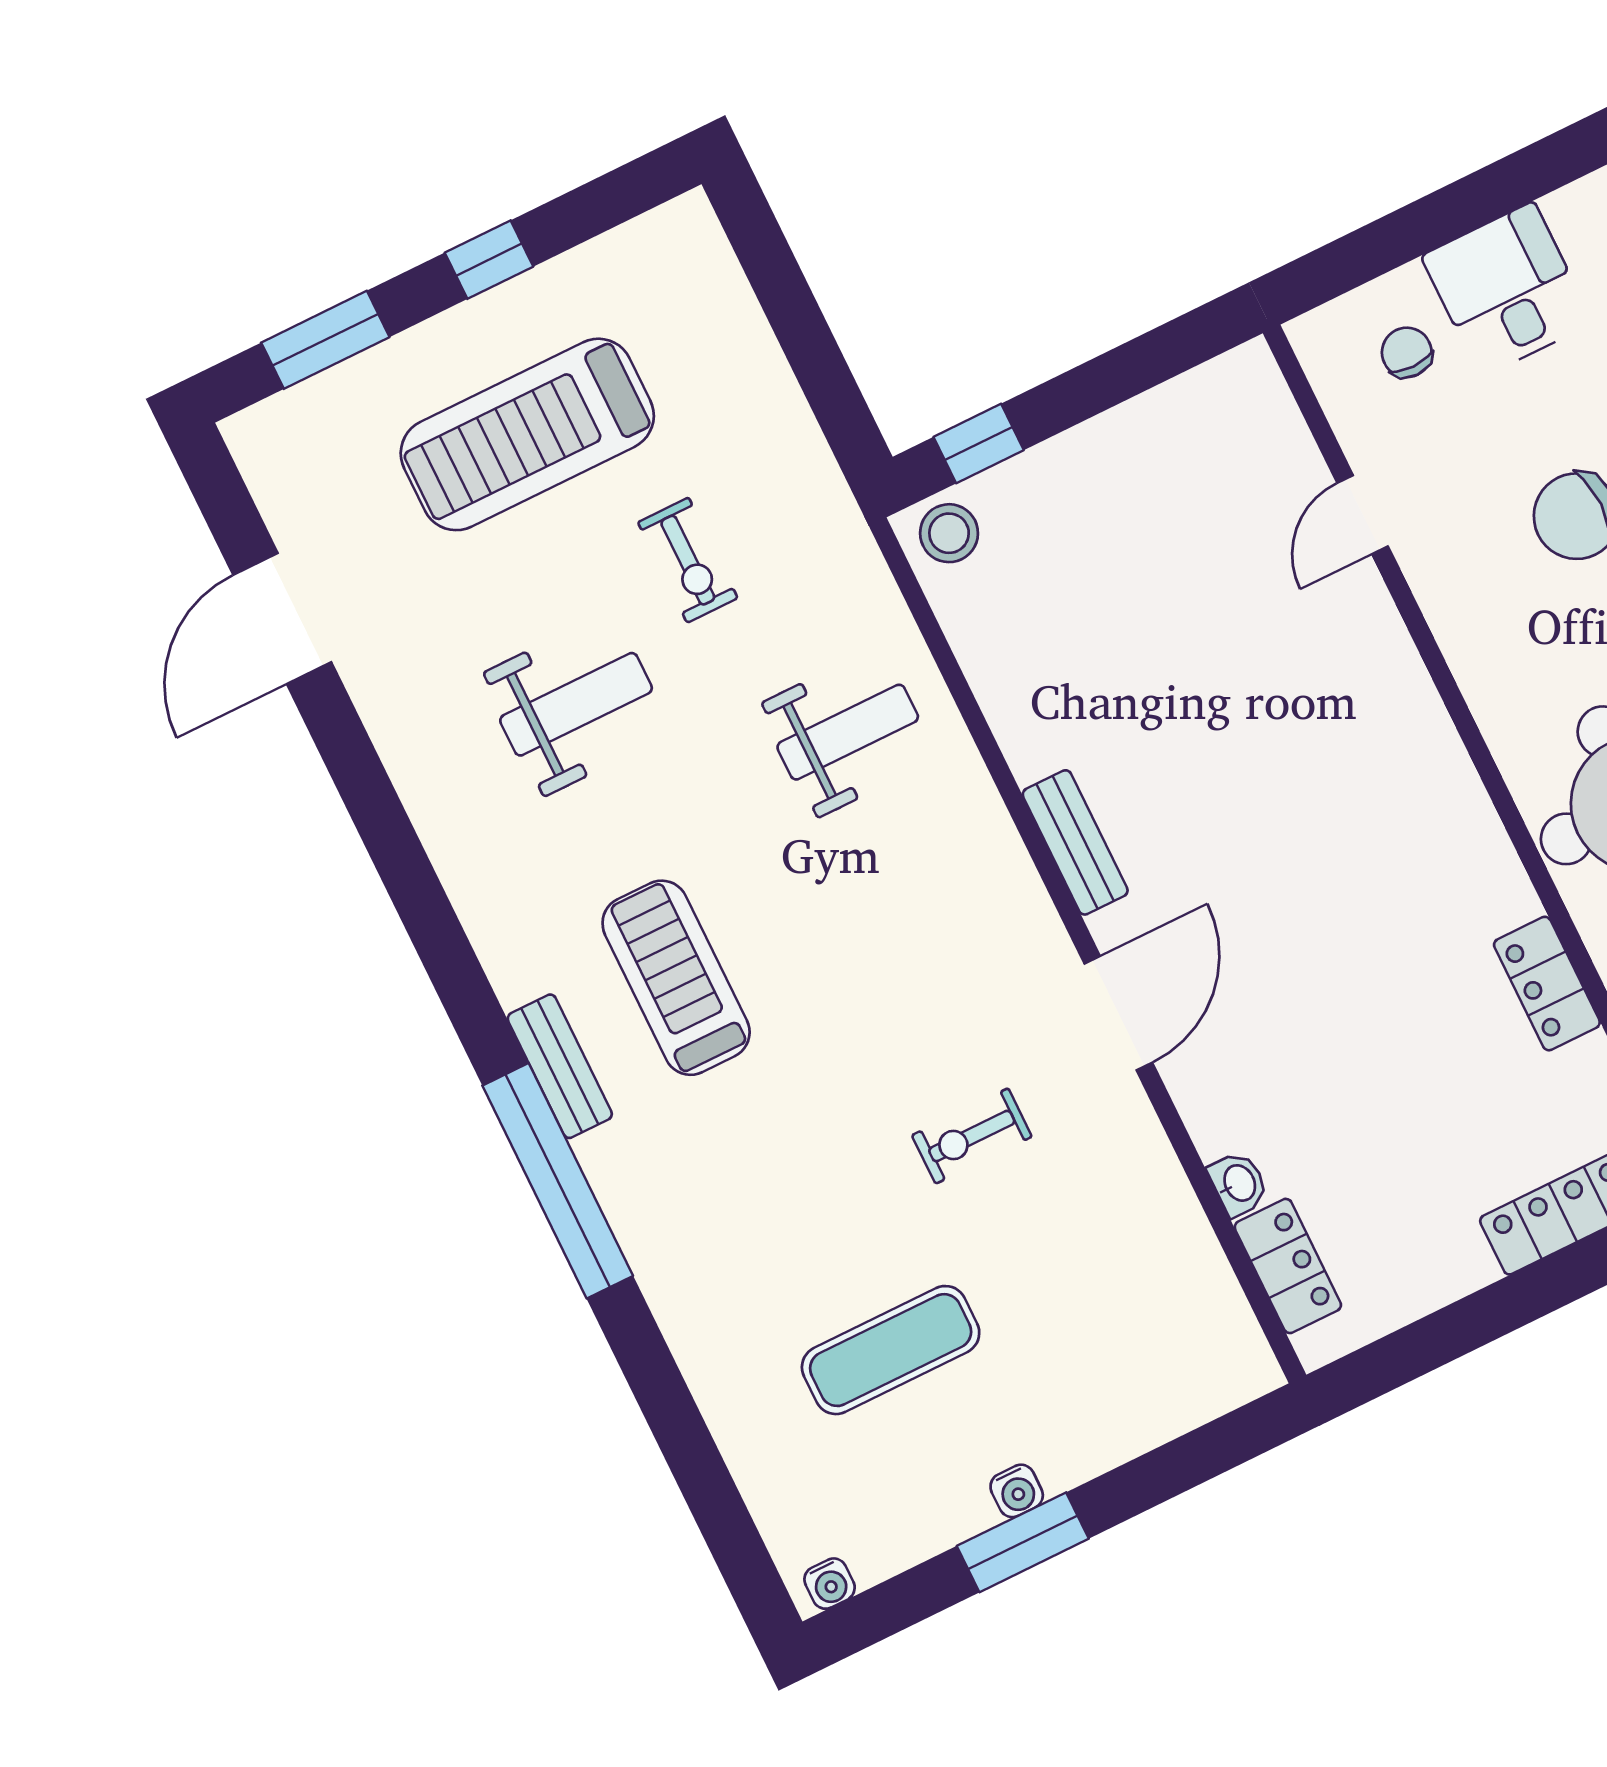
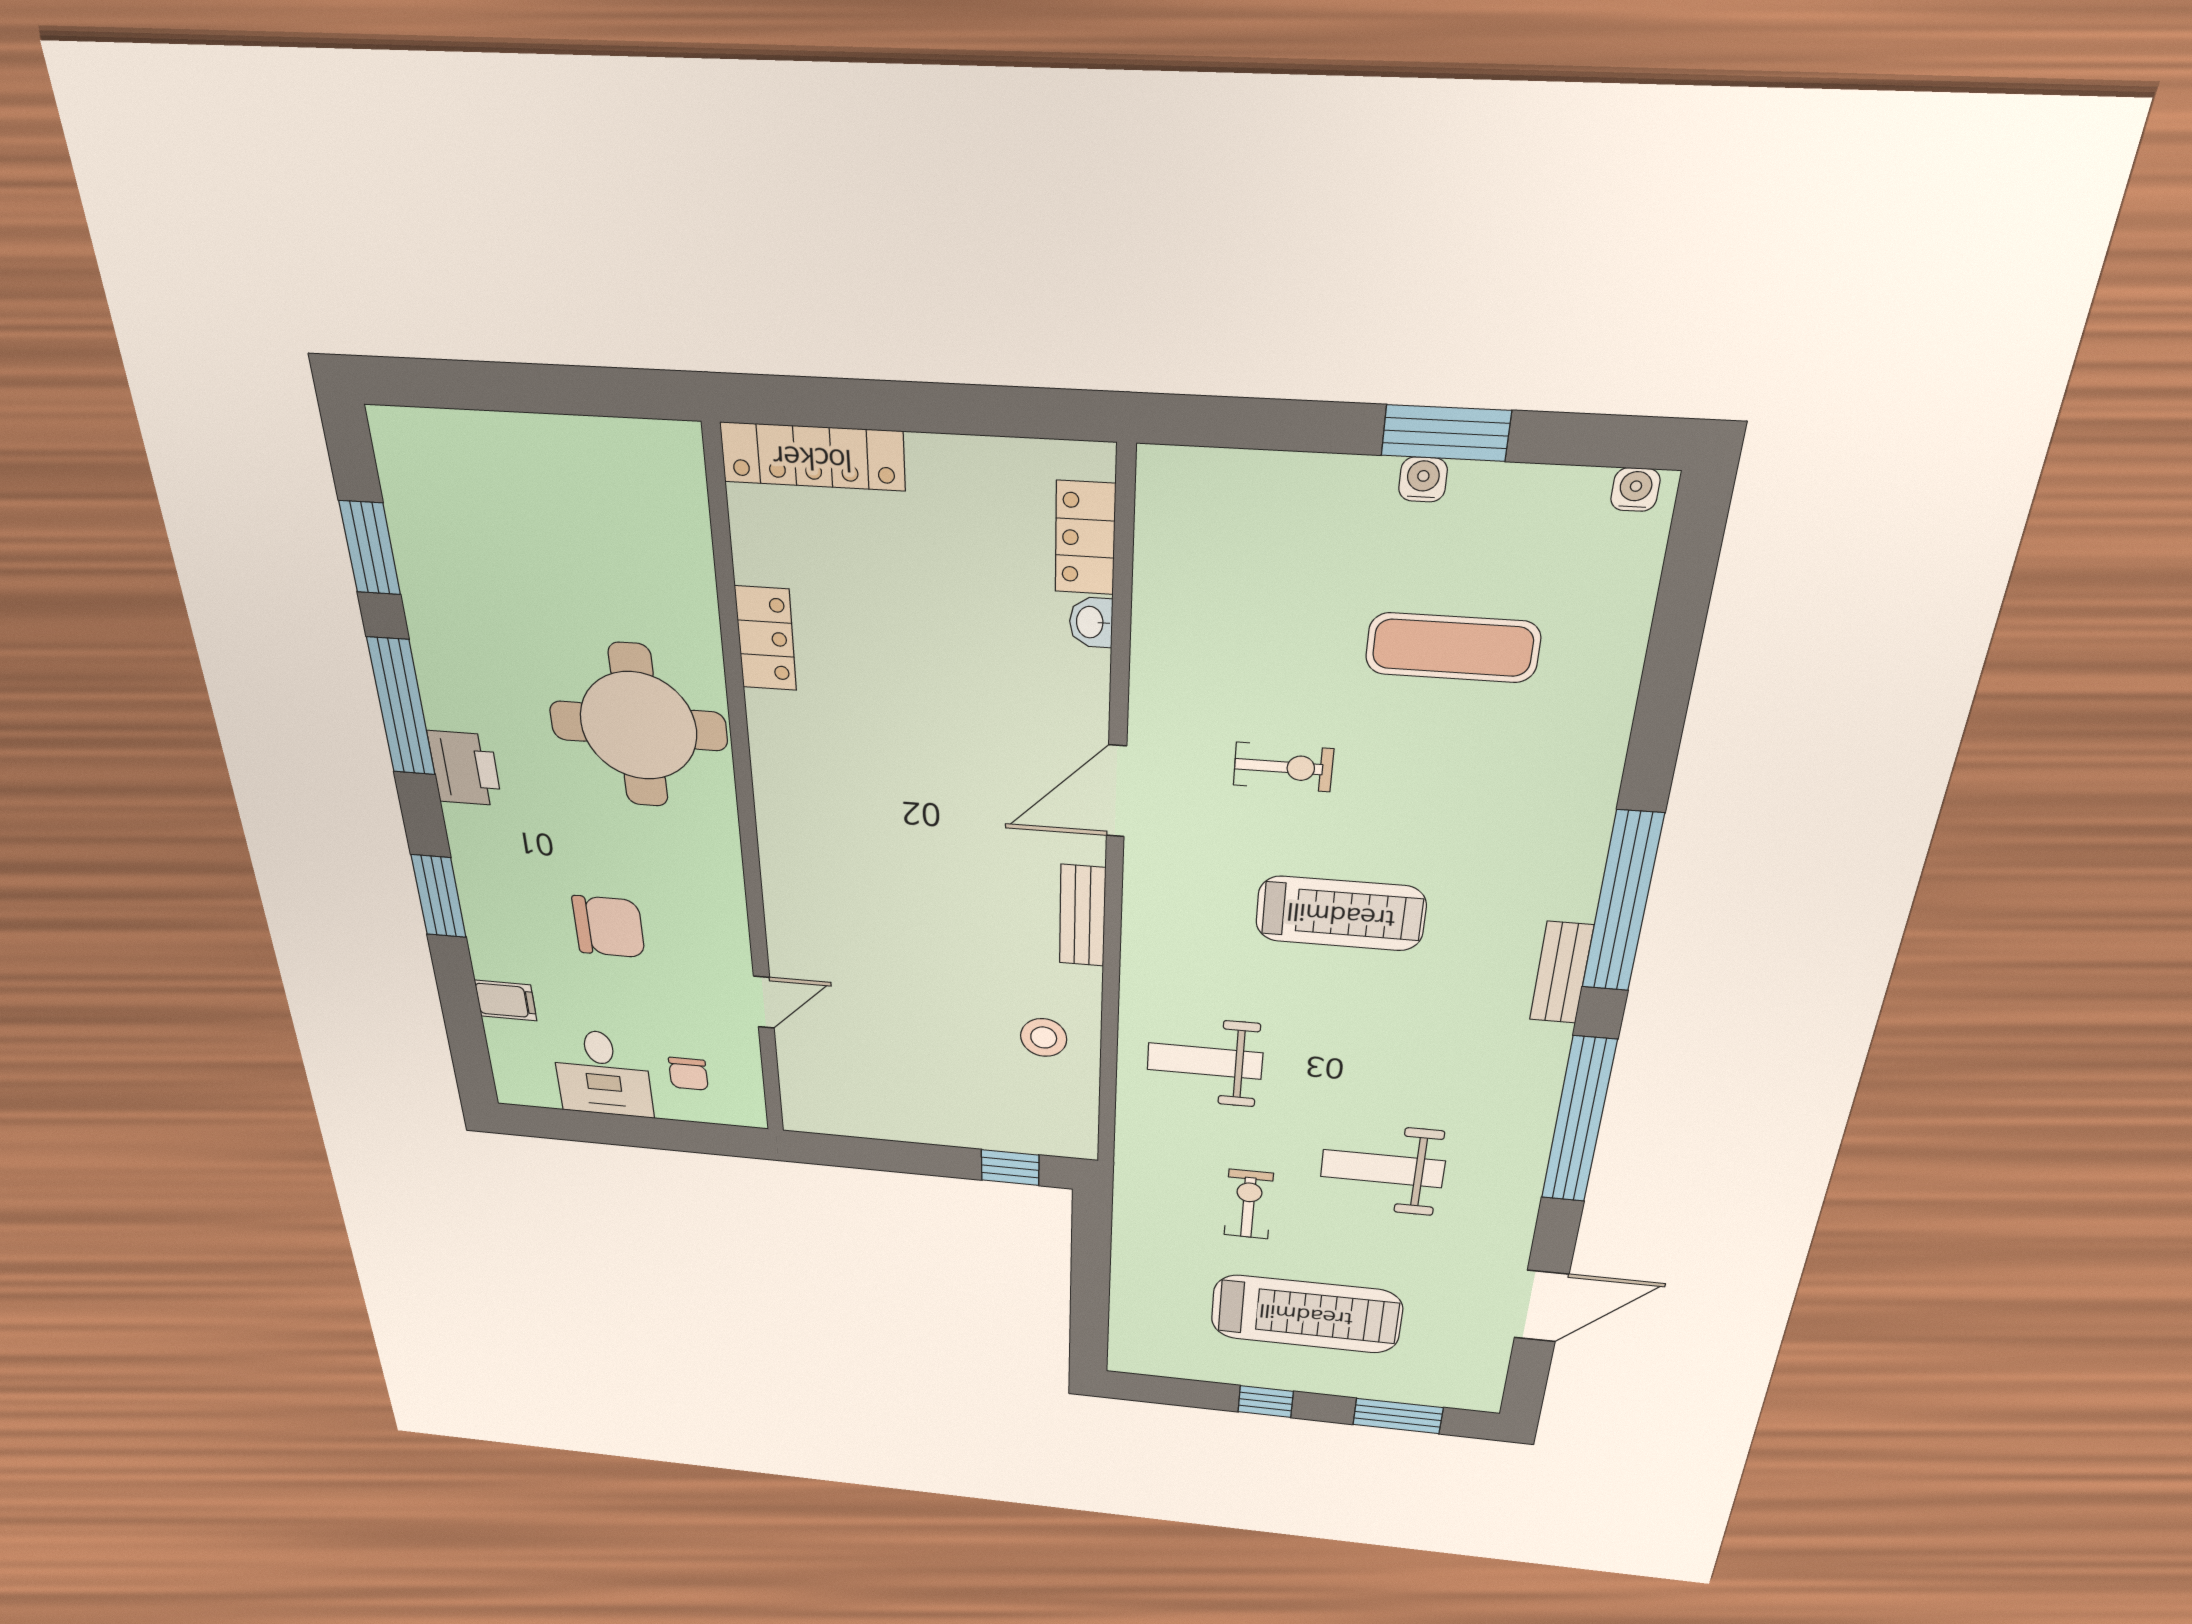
stool: (949, 533) -> (1044, 1037), moved
window: (419, 898) -> (1579, 1120), added
treadmill: (676, 978) -> (1341, 914), moved, turned -90

